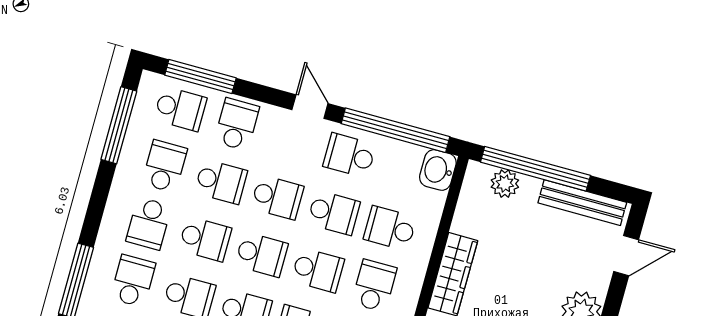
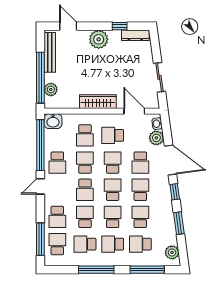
school desk: (237, 124) -> (57, 217), turned -90
window: (119, 125) -> (96, 270), moved
school desk: (277, 197) -> (85, 190), turned 180
school desk: (149, 224) -> (113, 244), turned 180

